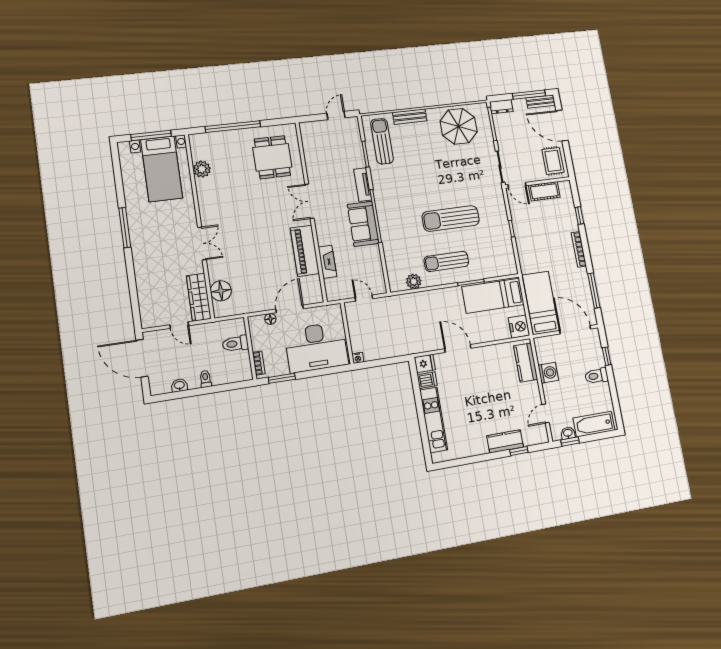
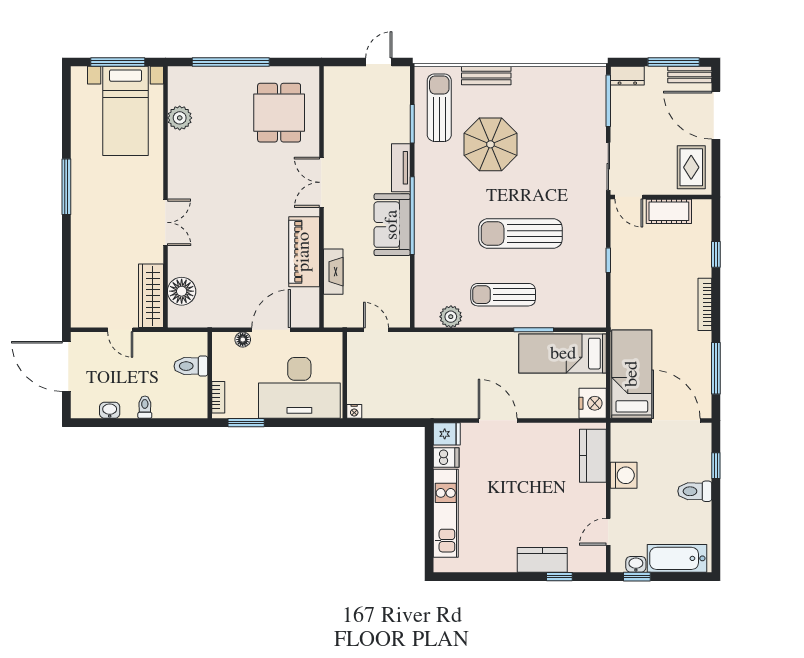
parasol: (459, 126) -> (490, 144), moved

